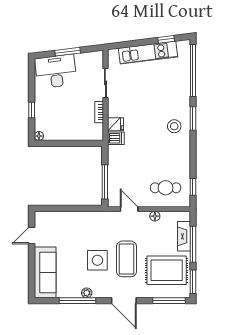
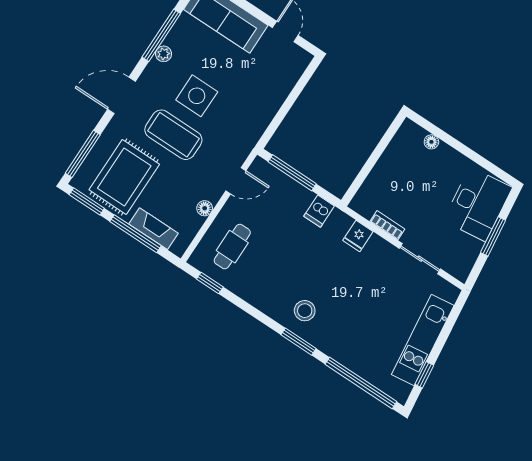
window: (32, 110) -> (448, 139), removed
floor lamp: (39, 136) -> (431, 142), moved
dishwasher: (116, 138) -> (319, 211), moved

